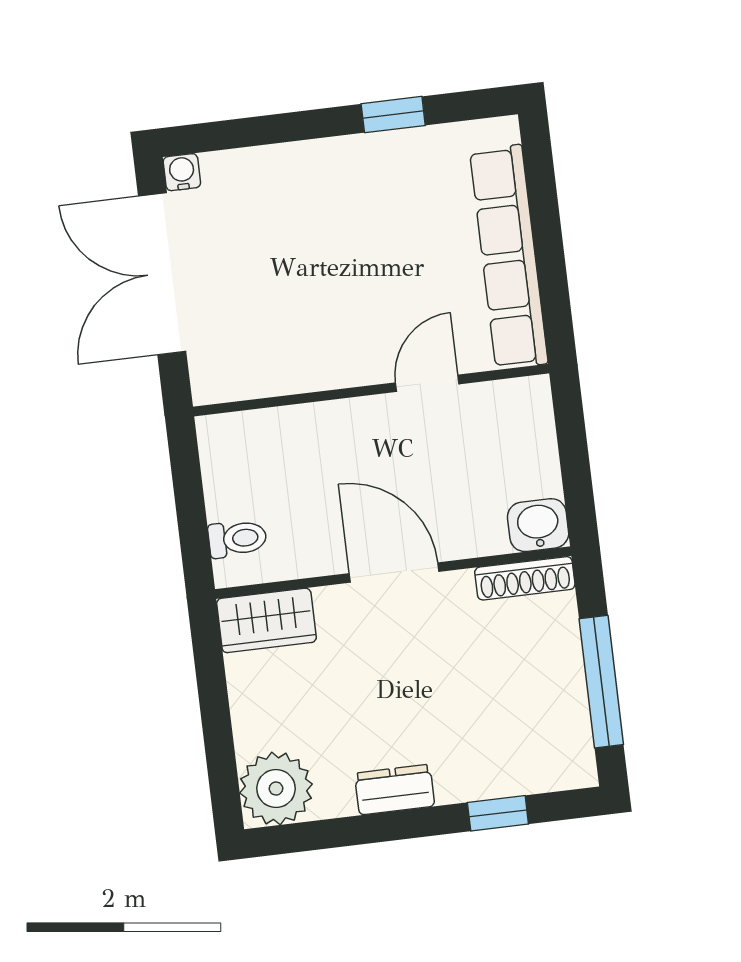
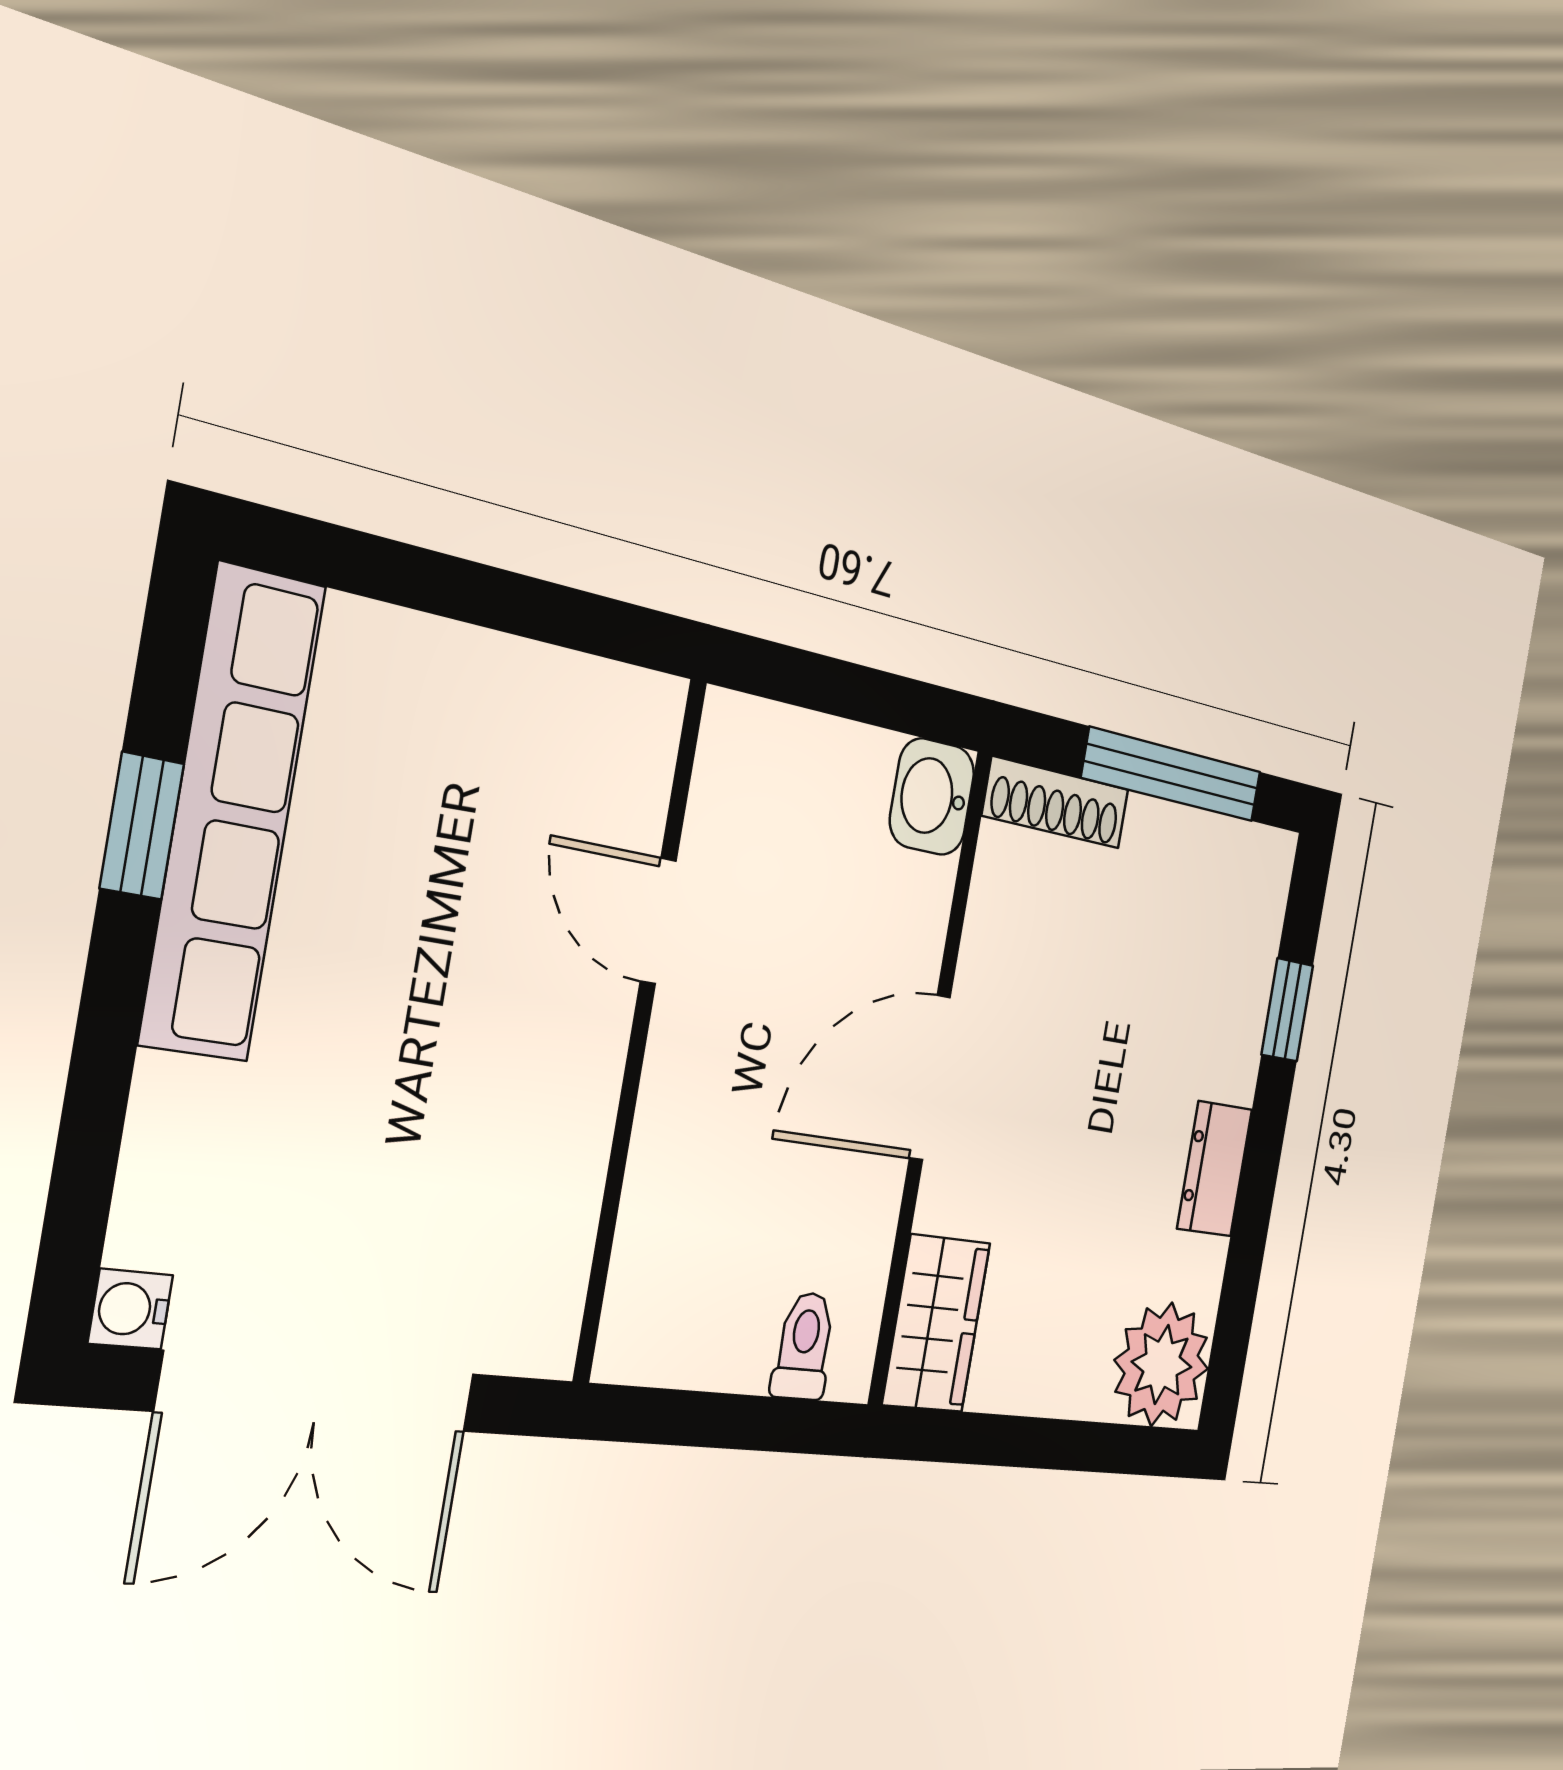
row of seats: (509, 257) -> (232, 814), moved, turned -90
shoe rack: (525, 578) -> (1056, 803), moved, turned 90

